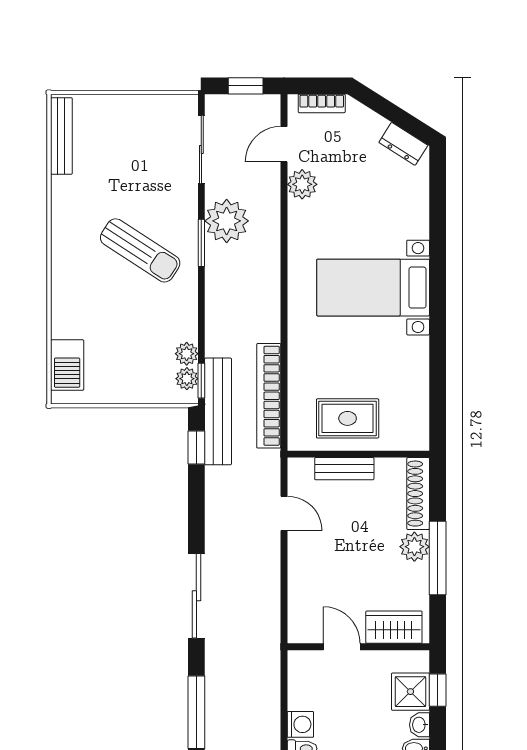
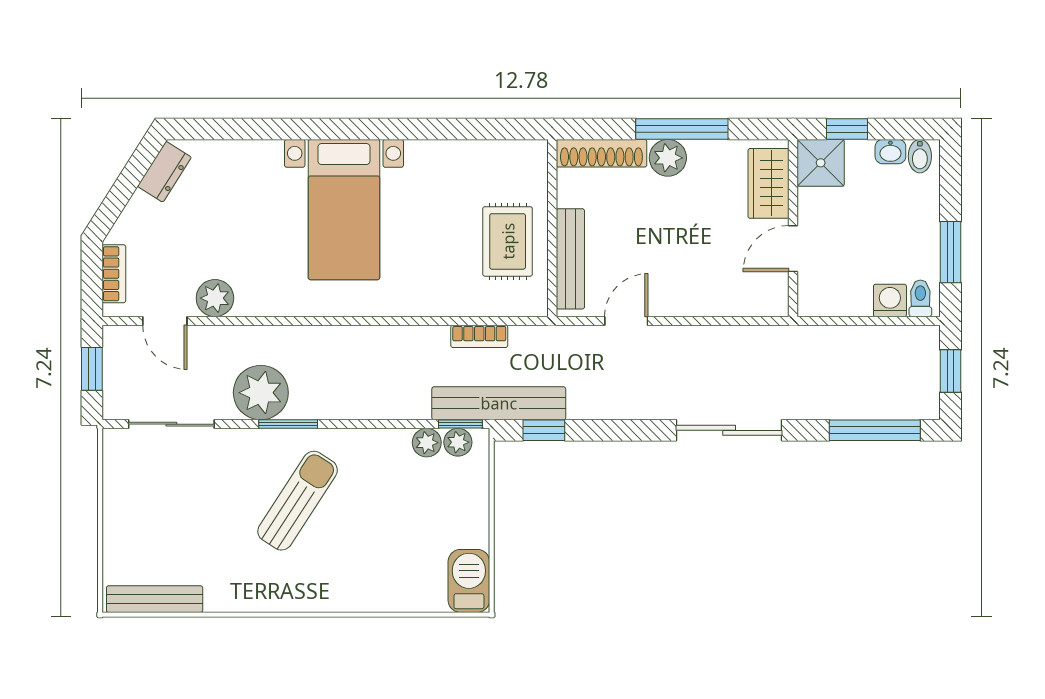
barbecue: (67, 365) -> (469, 581), moved, turned -90
bookcase: (269, 396) -> (479, 336), width x0.43, depth x0.76
bench: (344, 469) -> (570, 259), width x1.36
shower: (410, 692) -> (821, 163), moved

